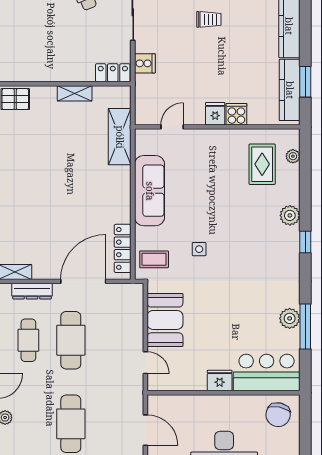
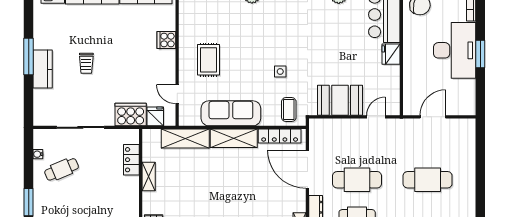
trolley: (209, 19) -> (86, 63), turned 180
cooker: (145, 63) -> (131, 115), width x1.87, depth x1.31
locker: (113, 73) -> (131, 160), moved
fridge: (215, 114) -> (155, 116), moved, turned 90
rug: (262, 164) -> (208, 60), moved, turned 90
shelving: (120, 194) -> (234, 138), added

